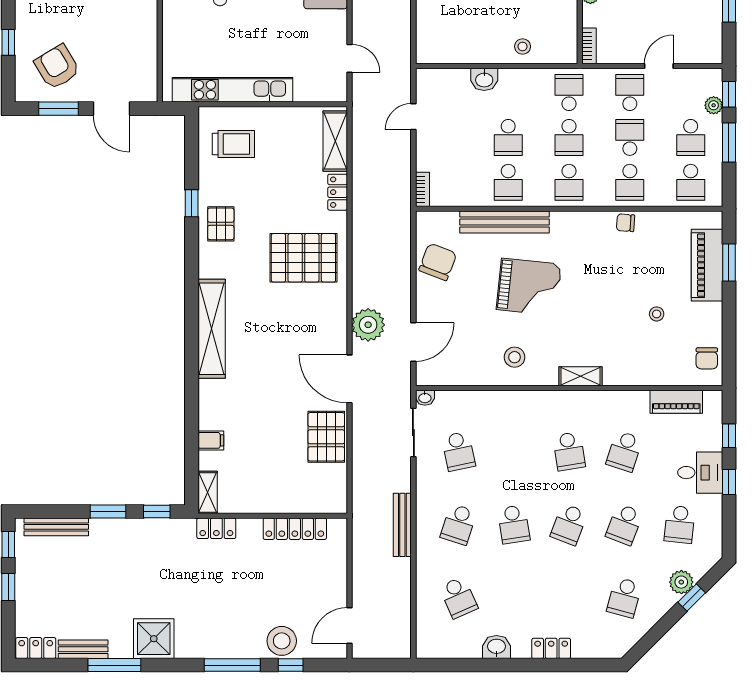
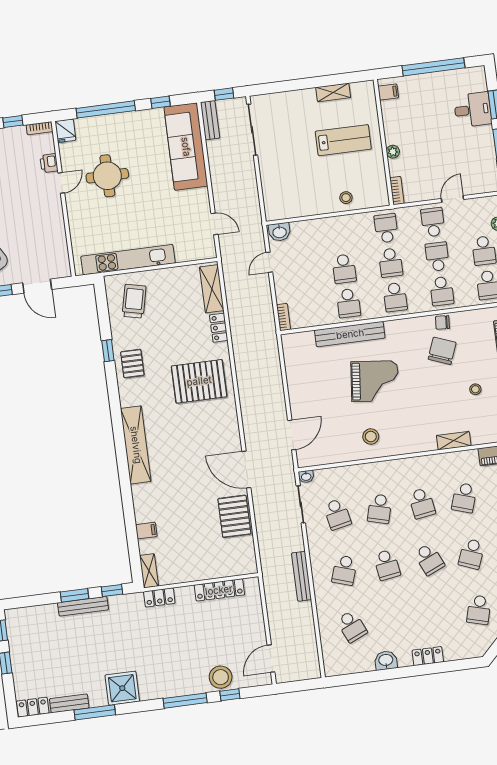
washbasin: (484, 79) -> (280, 232), moved
trolley: (233, 144) -> (134, 301), turned -77
chair: (438, 262) -> (442, 351), moved
plant: (368, 325) -> (255, 426), removed
shelving: (580, 376) -> (454, 441), moved
school desk: (514, 451) -> (380, 509), added
school desk: (569, 524) -> (429, 559), turned -45
bench: (56, 527) -> (83, 606), moved

